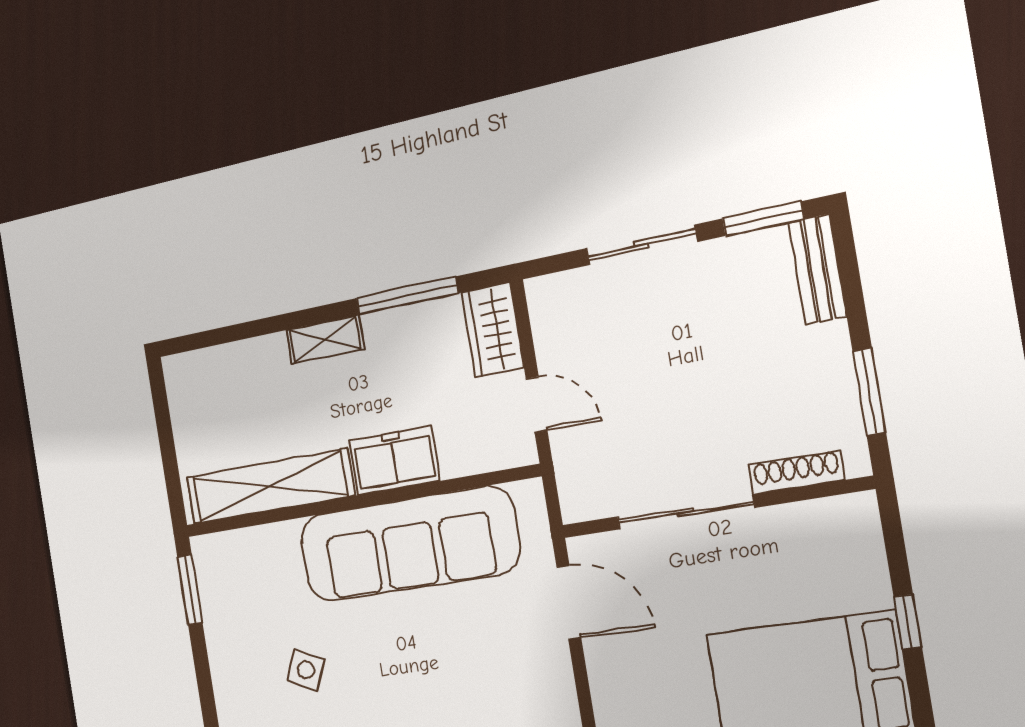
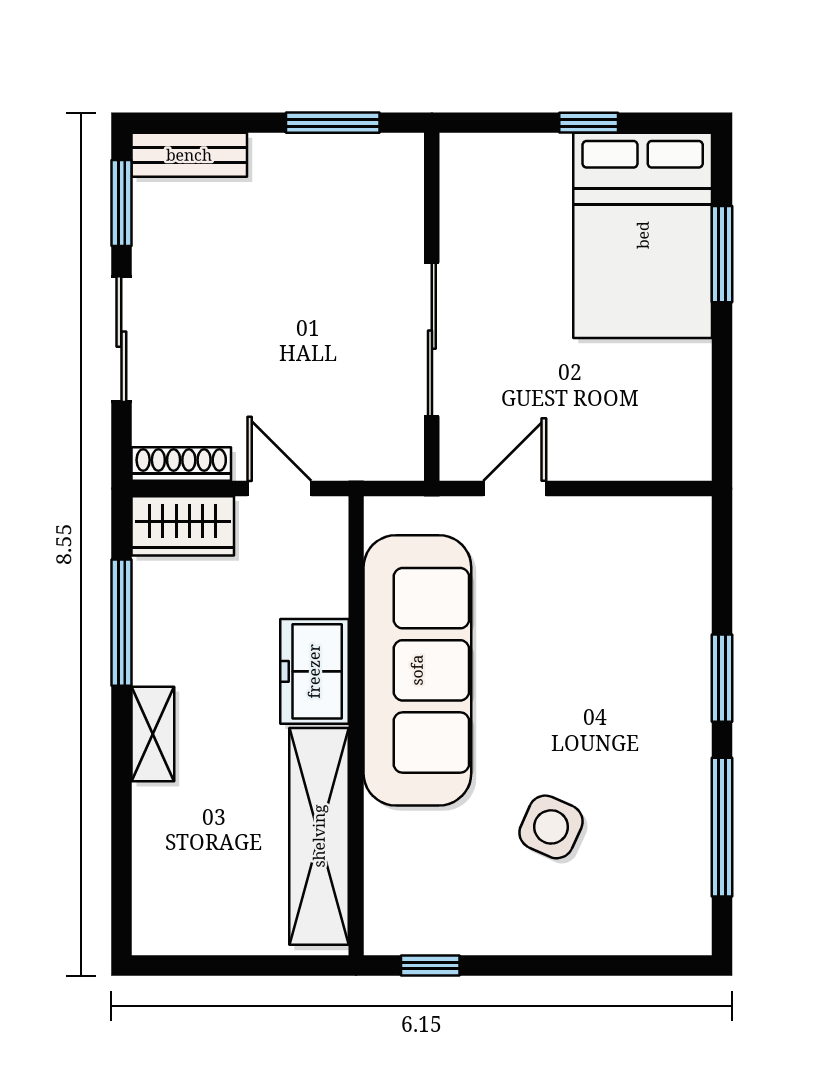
door: (537, 405) -> (279, 489), hinge flipped
shoe rack: (796, 472) -> (181, 464), moved, turned 90
window: (190, 590) -> (430, 966), width x0.67
door: (569, 602) -> (515, 489), width x0.73
side table: (306, 670) -> (551, 827), width x1.37, depth x1.37

